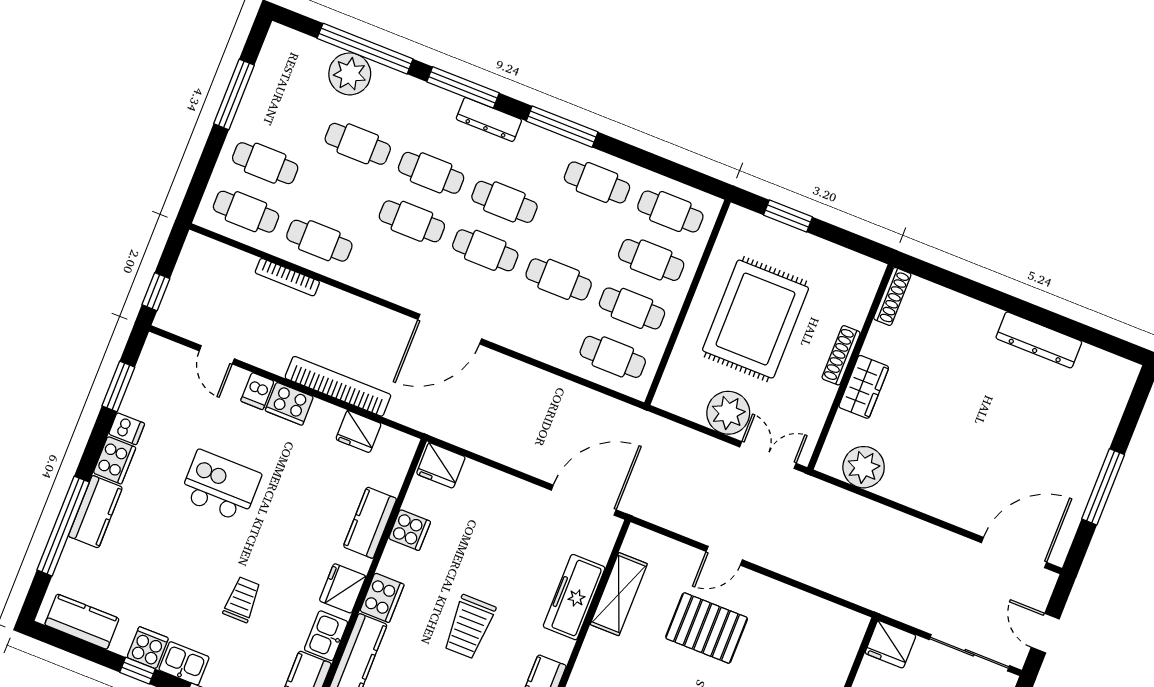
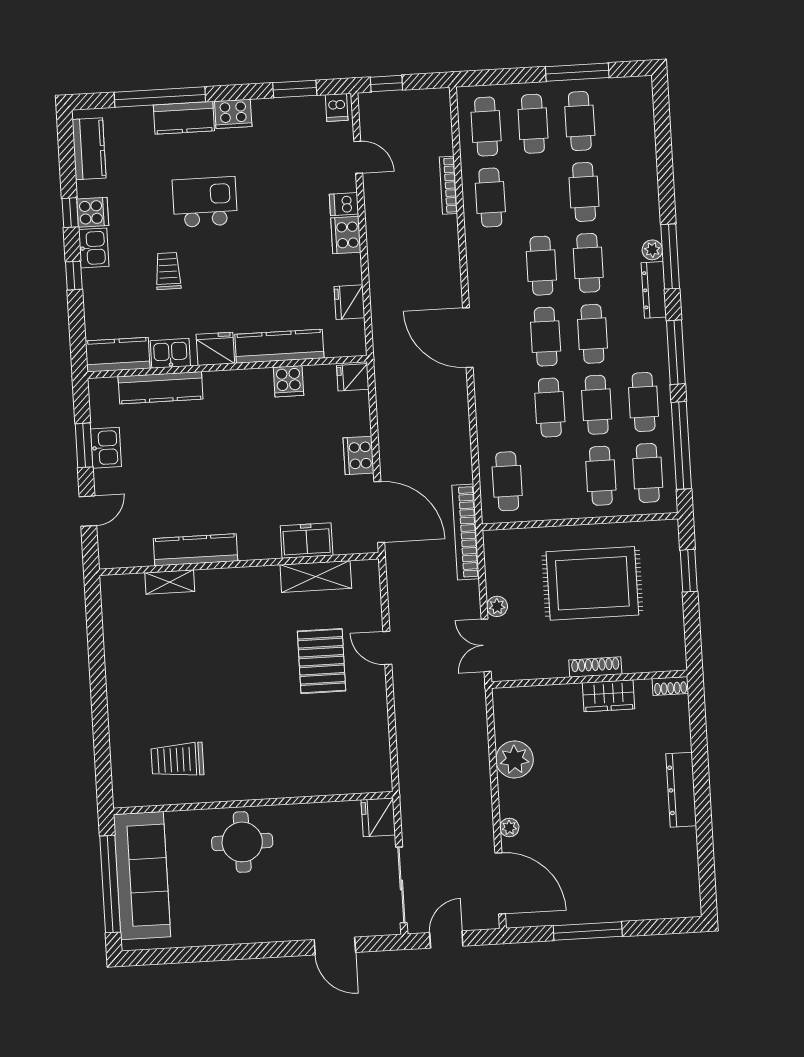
window: (365, 49) -> (681, 445), moved
plant: (350, 74) -> (652, 250), moved, width x0.53, depth x0.53
cafe table: (284, 115) -> (580, 121), added
shoe rack: (892, 296) -> (670, 686), width x0.70
cafe table: (632, 308) -> (597, 405), moved
dresser: (1039, 340) -> (681, 790), moved
door: (217, 355) -> (358, 157), swing flipped
bookcase: (338, 386) -> (466, 532), moved, turned 180
wardrobe: (864, 387) -> (609, 696), moved
plant: (728, 413) -> (497, 606), width x0.53, depth x0.53
dishwasher: (127, 429) -> (337, 107), moved
double door: (768, 455) -> (486, 645), swing flipped
fridge: (441, 465) -> (353, 377), width x0.72
plant: (864, 467) -> (514, 759), moved
kitchen island: (220, 486) -> (205, 202), moved, turned -90
plant: (962, 517) -> (509, 828), added
kitchen counter: (370, 523) -> (279, 346), width x1.50
freezer: (574, 597) -> (307, 541), width x0.71
cooker: (382, 598) -> (359, 455), moved, turned 90
trolley: (242, 600) -> (168, 271), turned -90
trolley: (469, 627) -> (232, 467), removed

